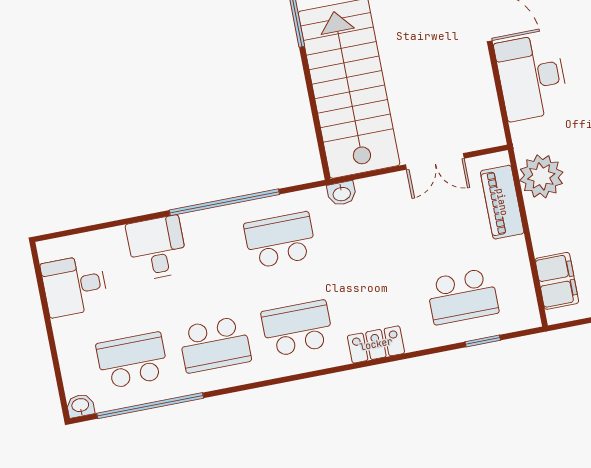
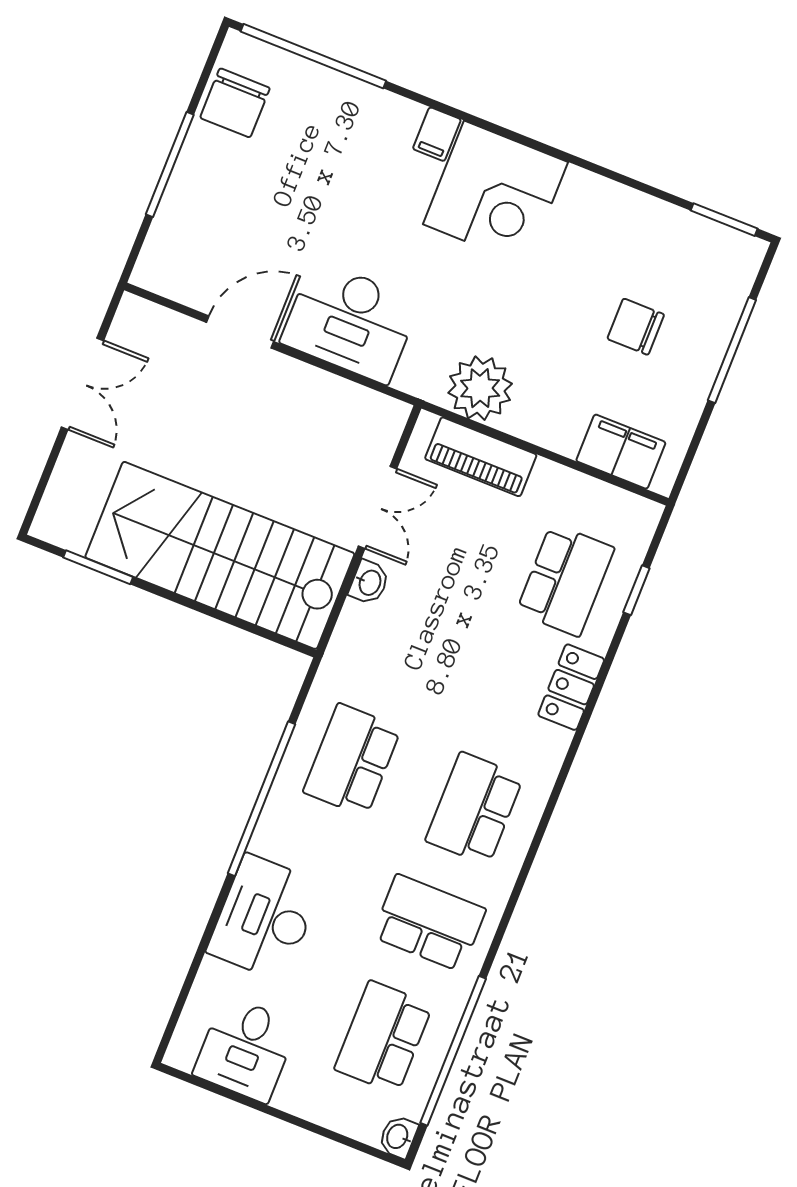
washbasin: (342, 193) -> (369, 582), moved
desk: (157, 248) -> (265, 918), width x1.37
school desk: (215, 344) -> (429, 923), turned -90
locker: (376, 344) -> (571, 687), moved

